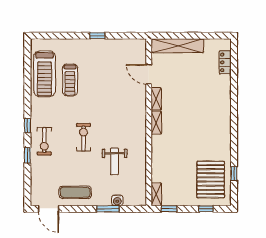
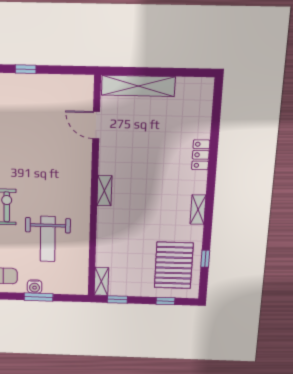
locker: (225, 62) -> (201, 155), moved
shelving: (156, 99) -> (198, 210), moved
weight bench: (115, 161) -> (48, 239), width x1.36, depth x1.33
water cooler: (117, 200) -> (35, 287), moved

